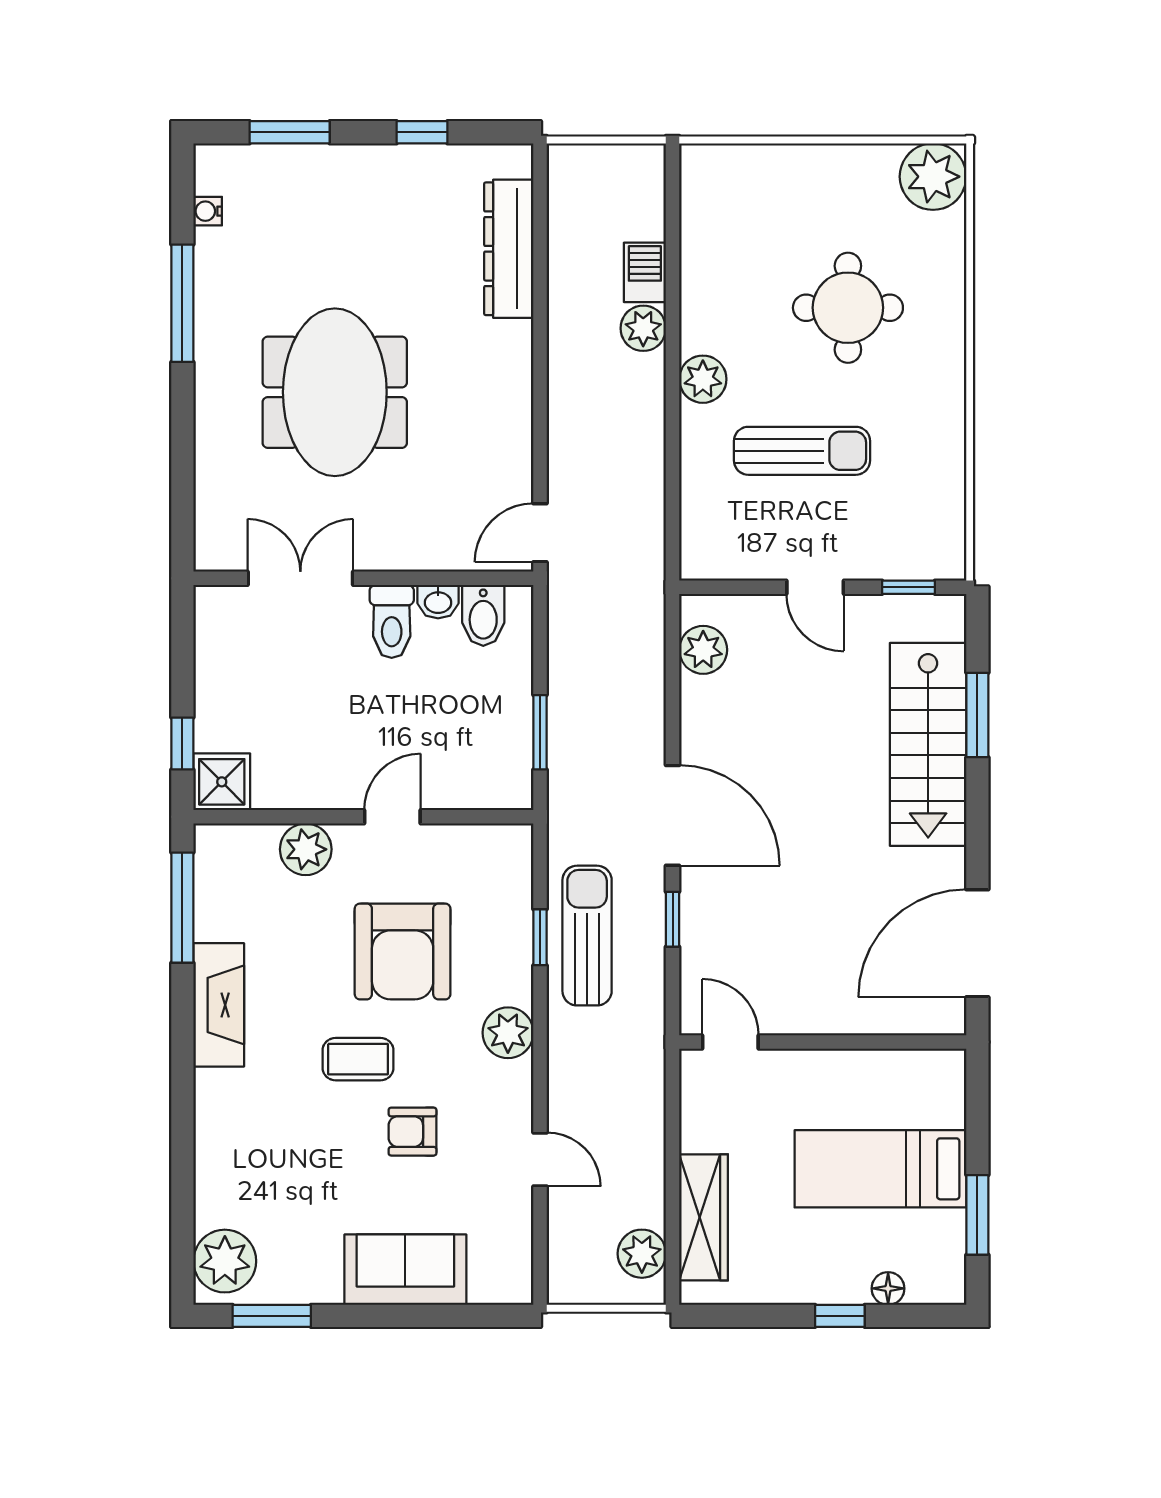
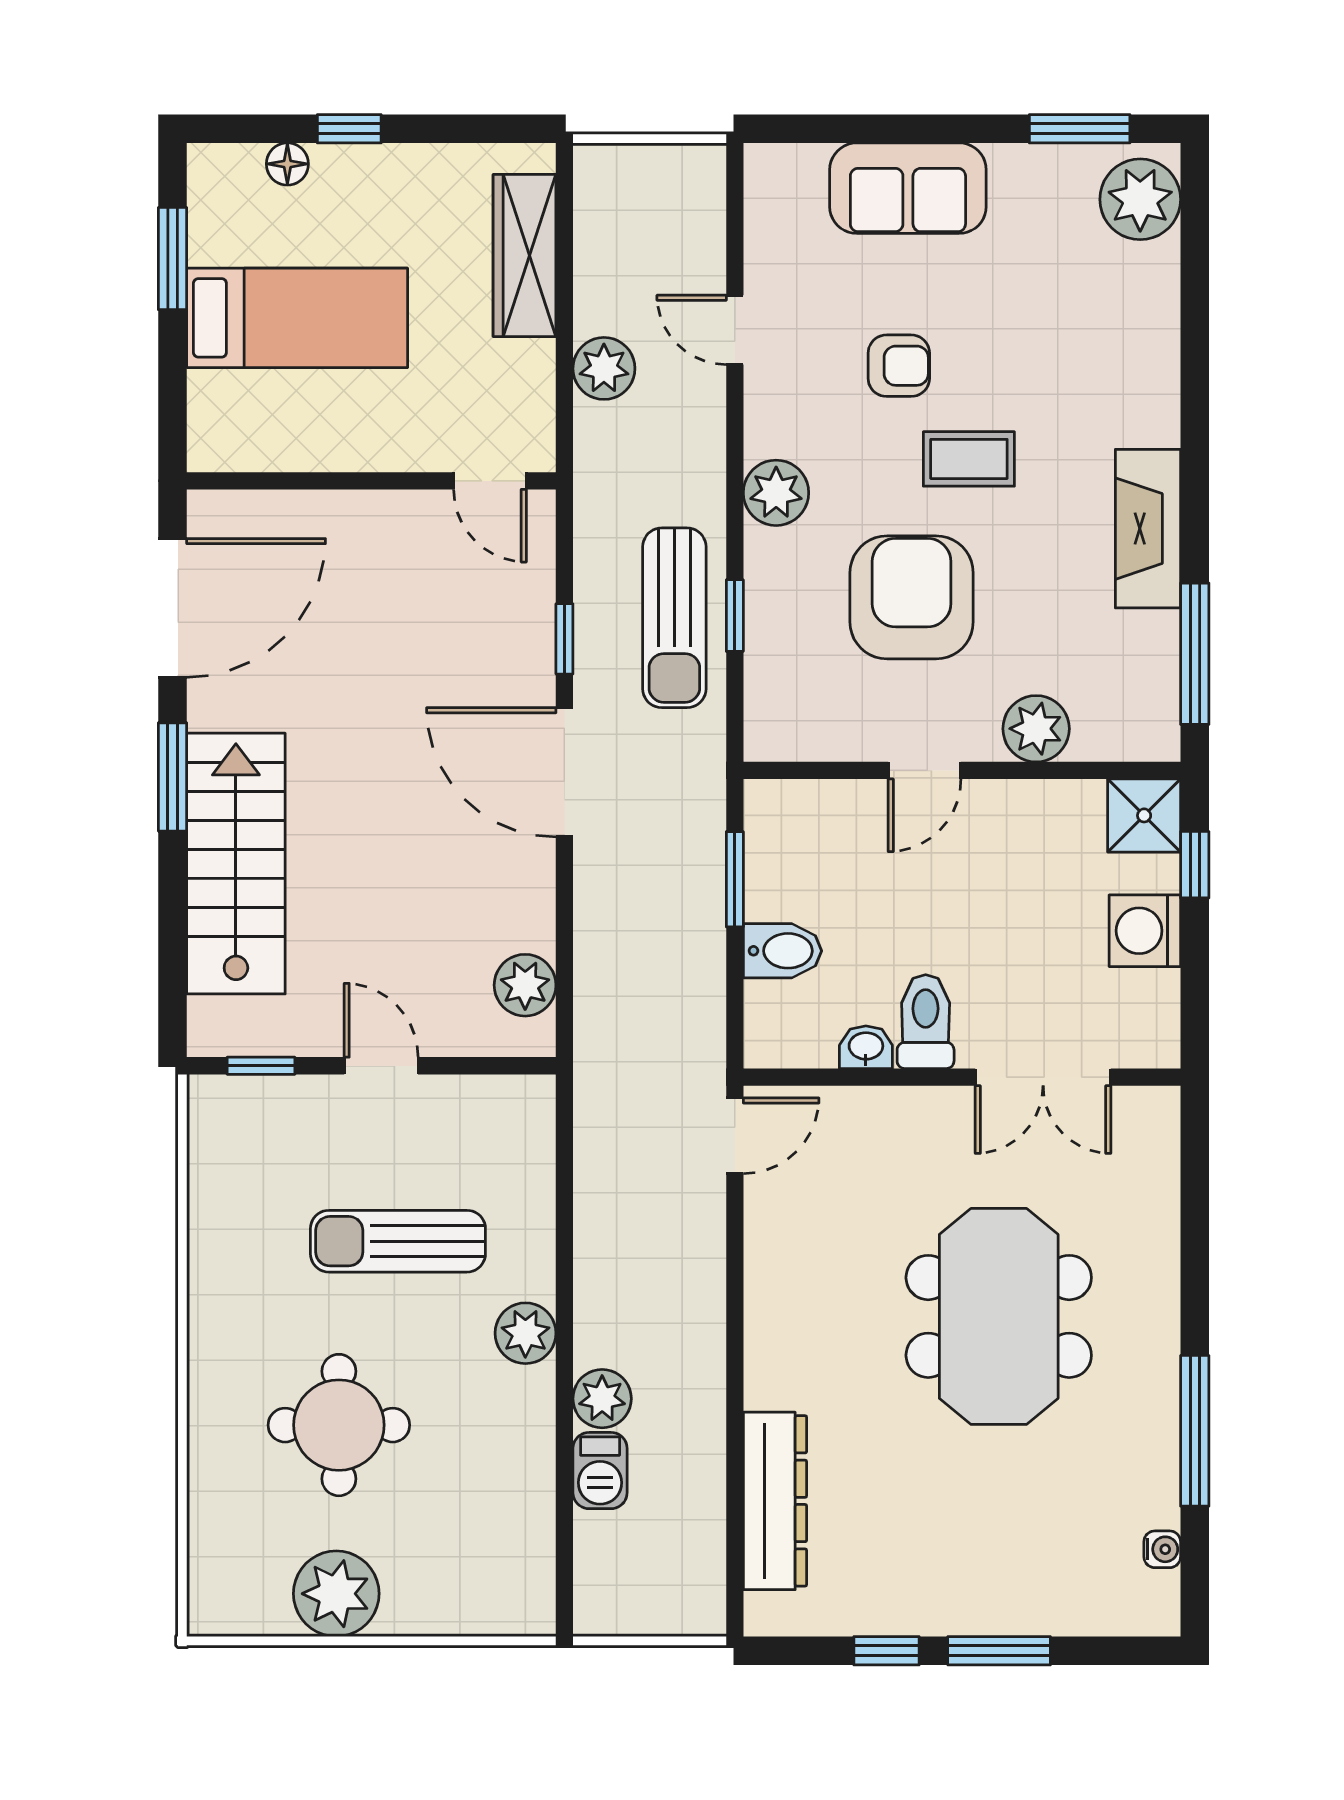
window: (290, 132) -> (999, 1651), moved
plant: (933, 177) -> (336, 1594), moved
bidet: (483, 615) -> (782, 951), moved, turned 90
washing machine: (221, 692) -> (1145, 931), added
window: (977, 715) -> (173, 777), moved
plant: (642, 1254) -> (604, 368), moved

